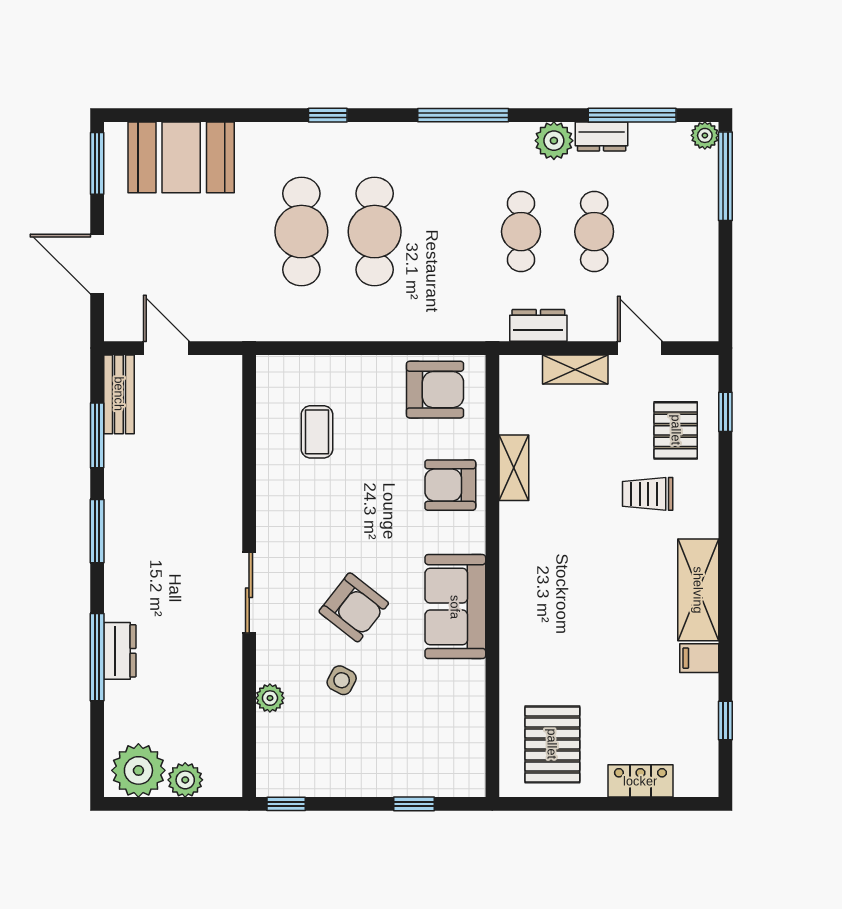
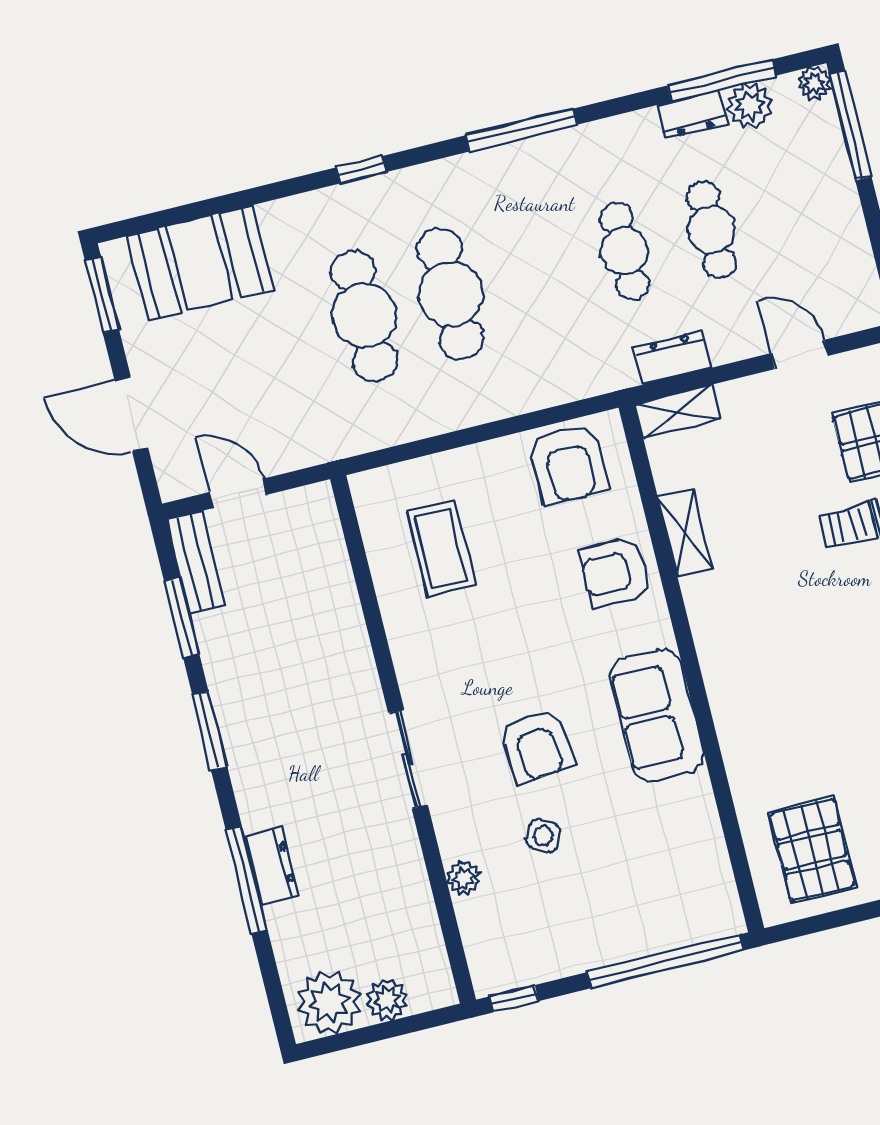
plant: (554, 141) -> (750, 106), moved
shelving: (575, 370) -> (678, 412), moved
armchair: (435, 390) -> (569, 464), turned 90
coffee table: (317, 432) -> (441, 549), width x1.36, depth x1.30
armchair: (354, 607) -> (536, 746), turned 46
window: (414, 804) -> (666, 961), width x3.17

